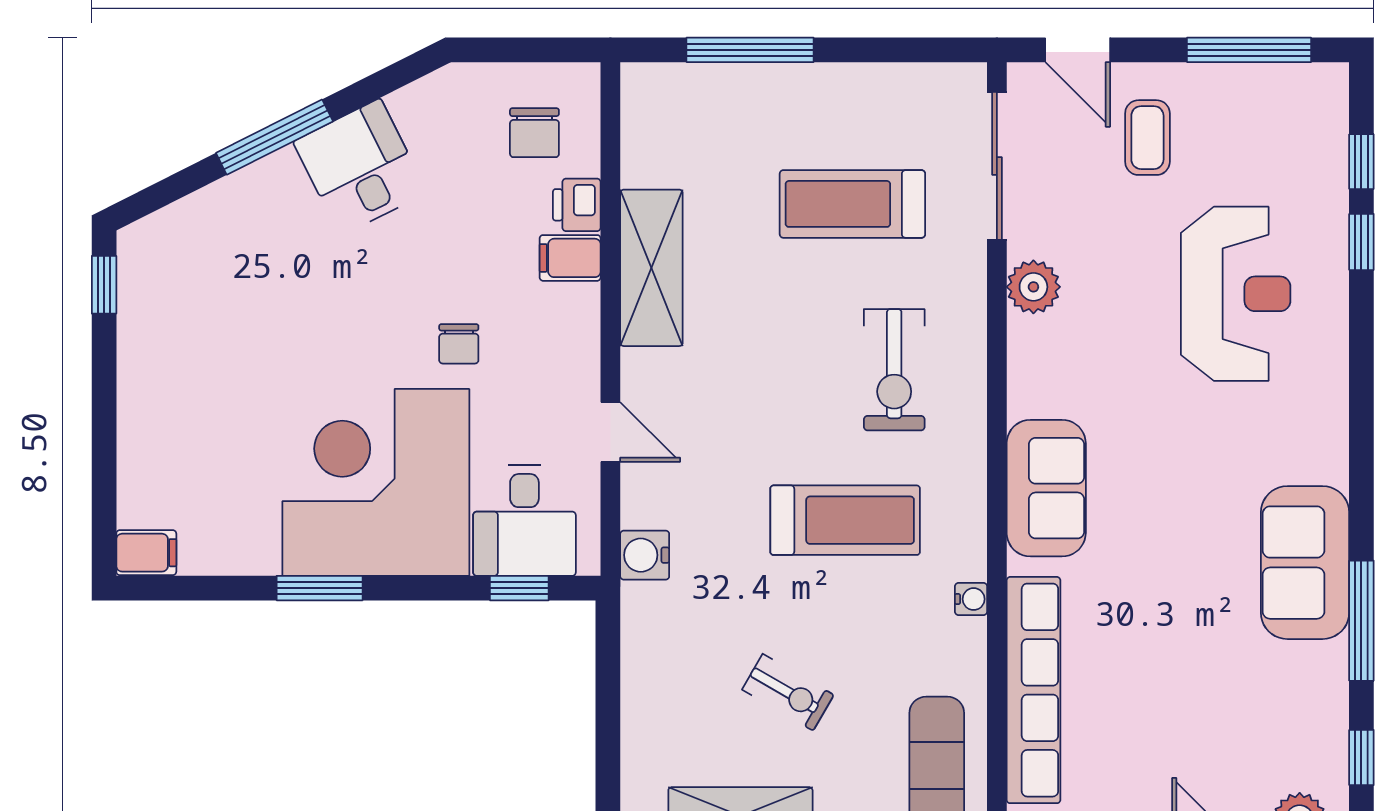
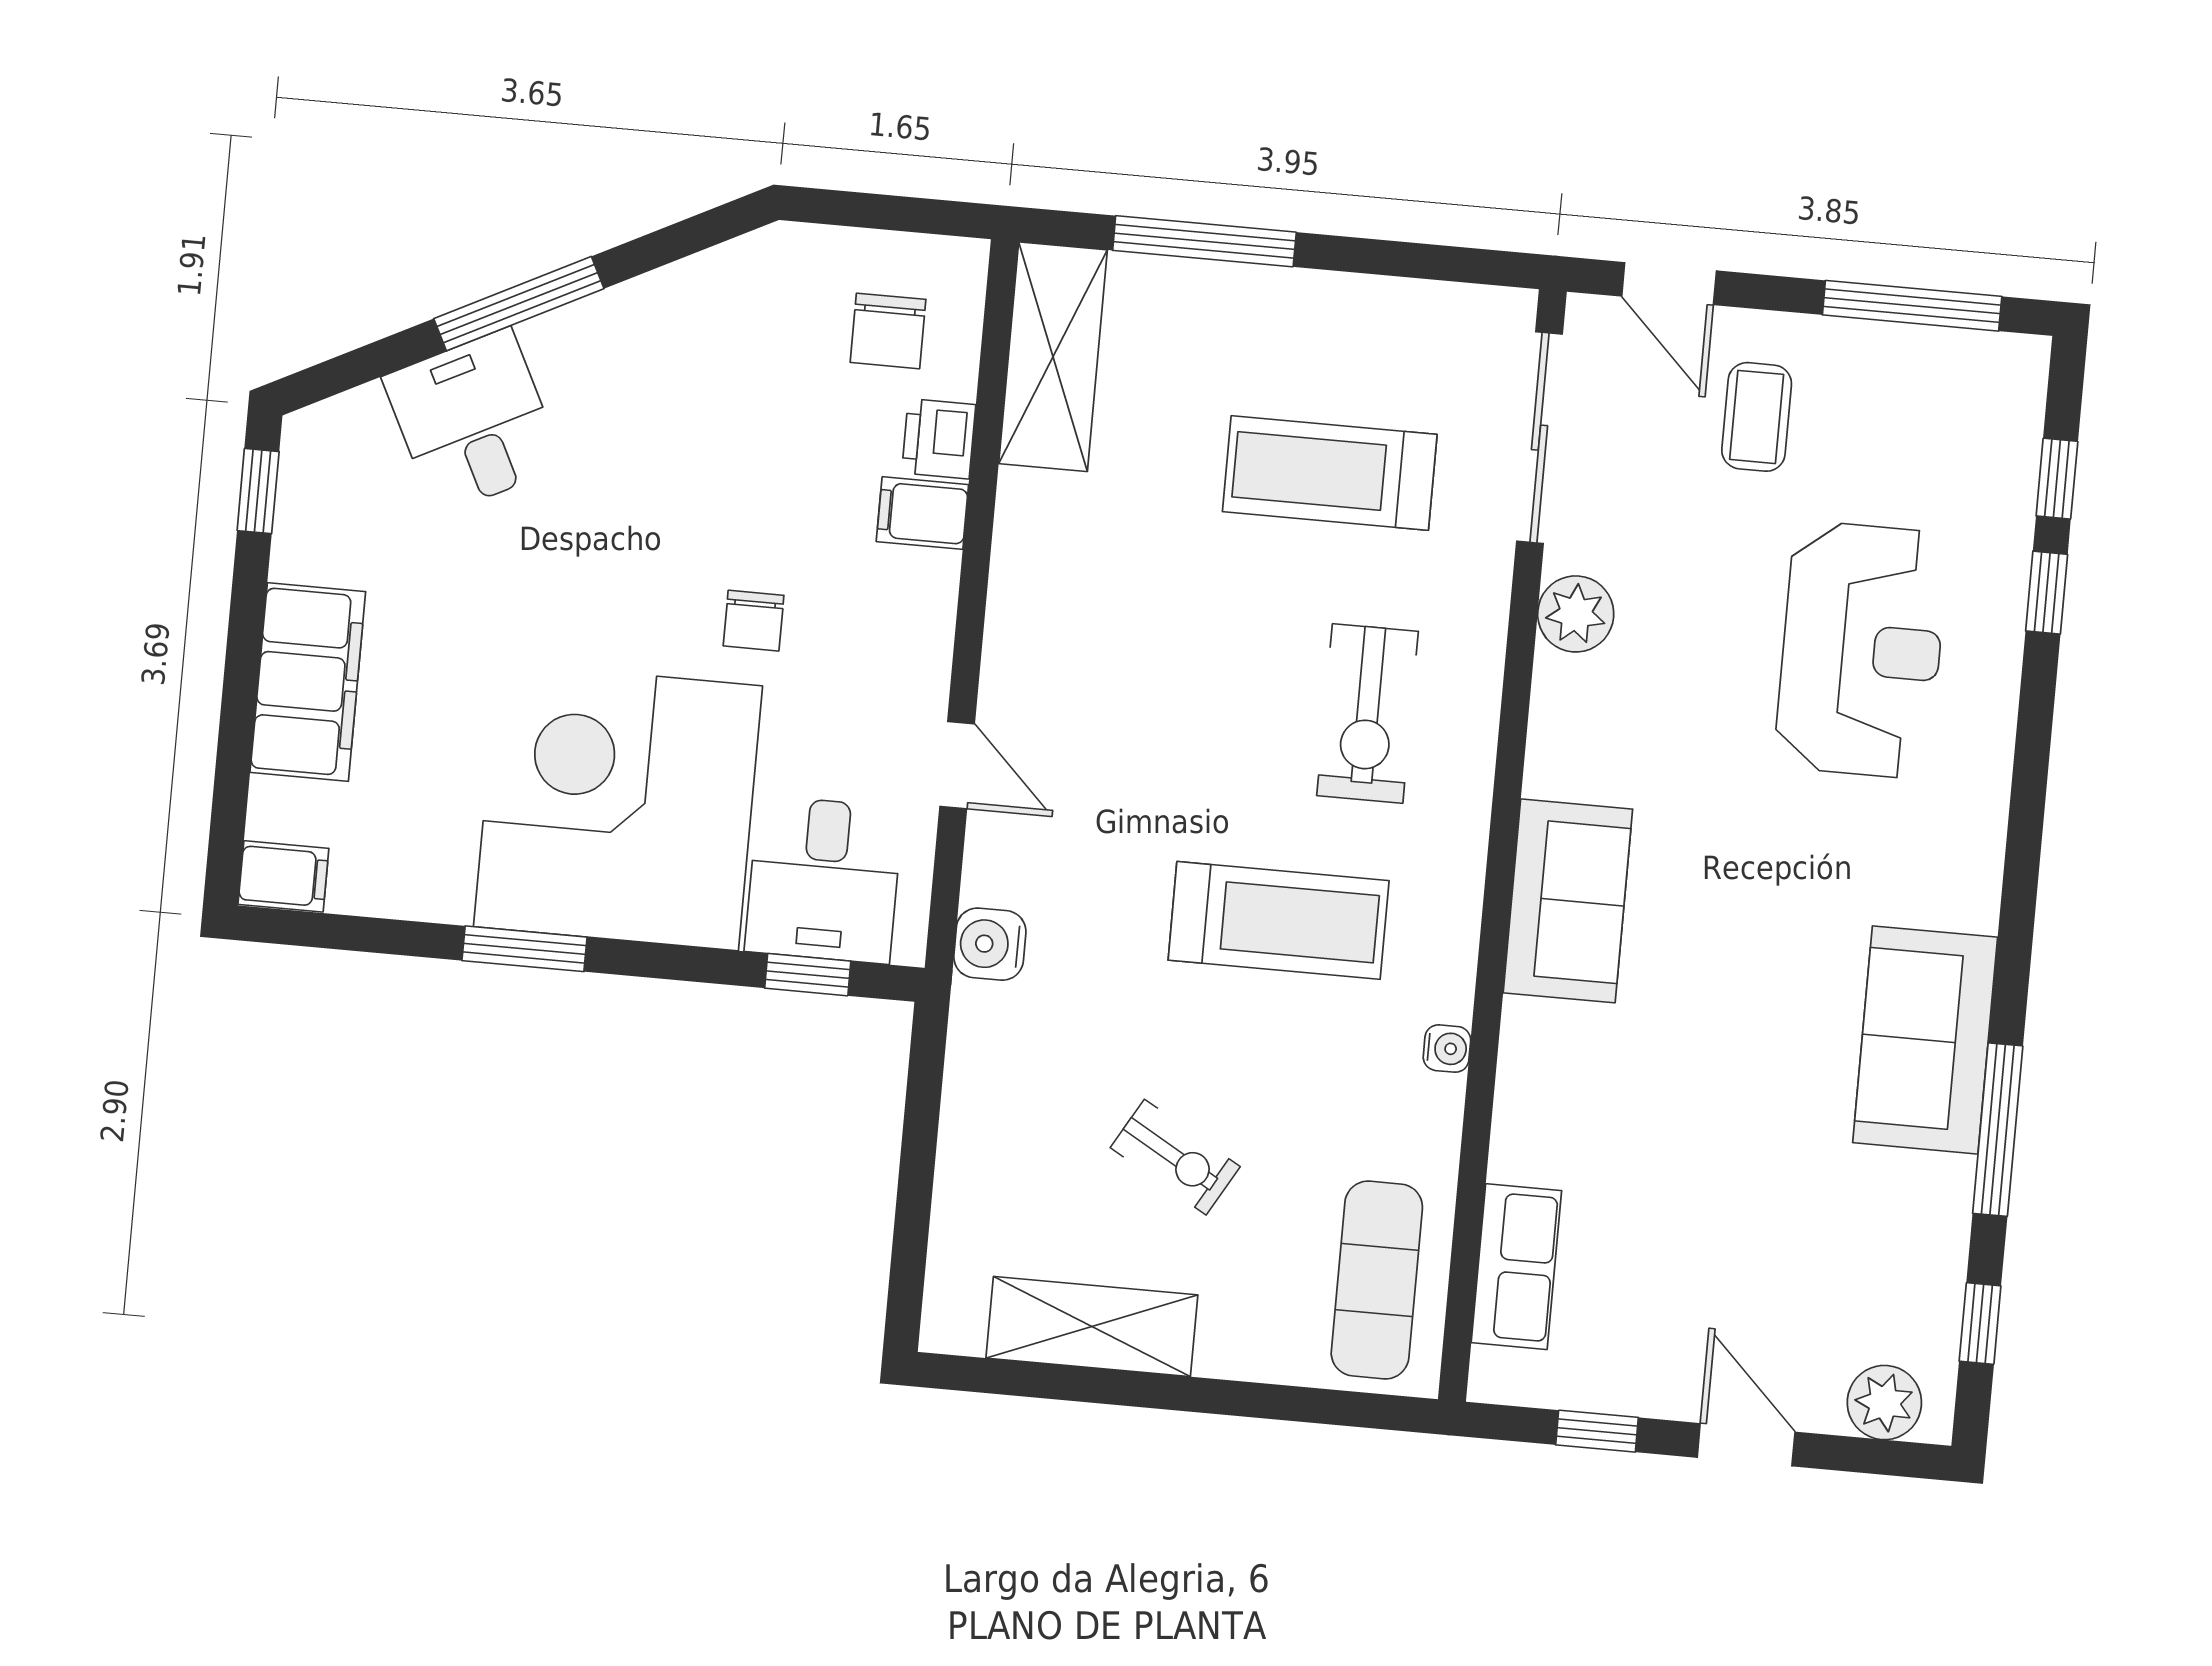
desk: (360, 167) -> (473, 422), moved
shelving: (651, 268) -> (1053, 357), moved
filing cabinet: (151, 415) -> (308, 682), added
row of seats: (1034, 690) -> (1516, 1267), width x0.50

